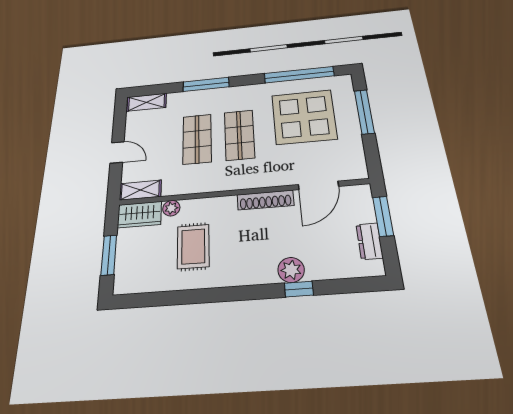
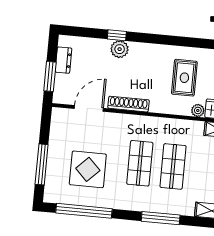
display table: (304, 117) -> (88, 169), width x0.73, depth x0.73

